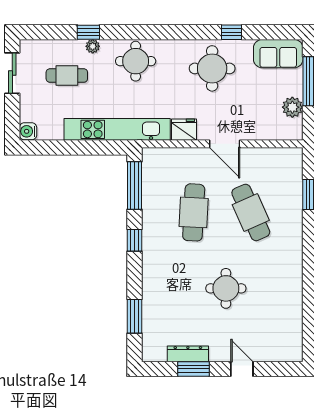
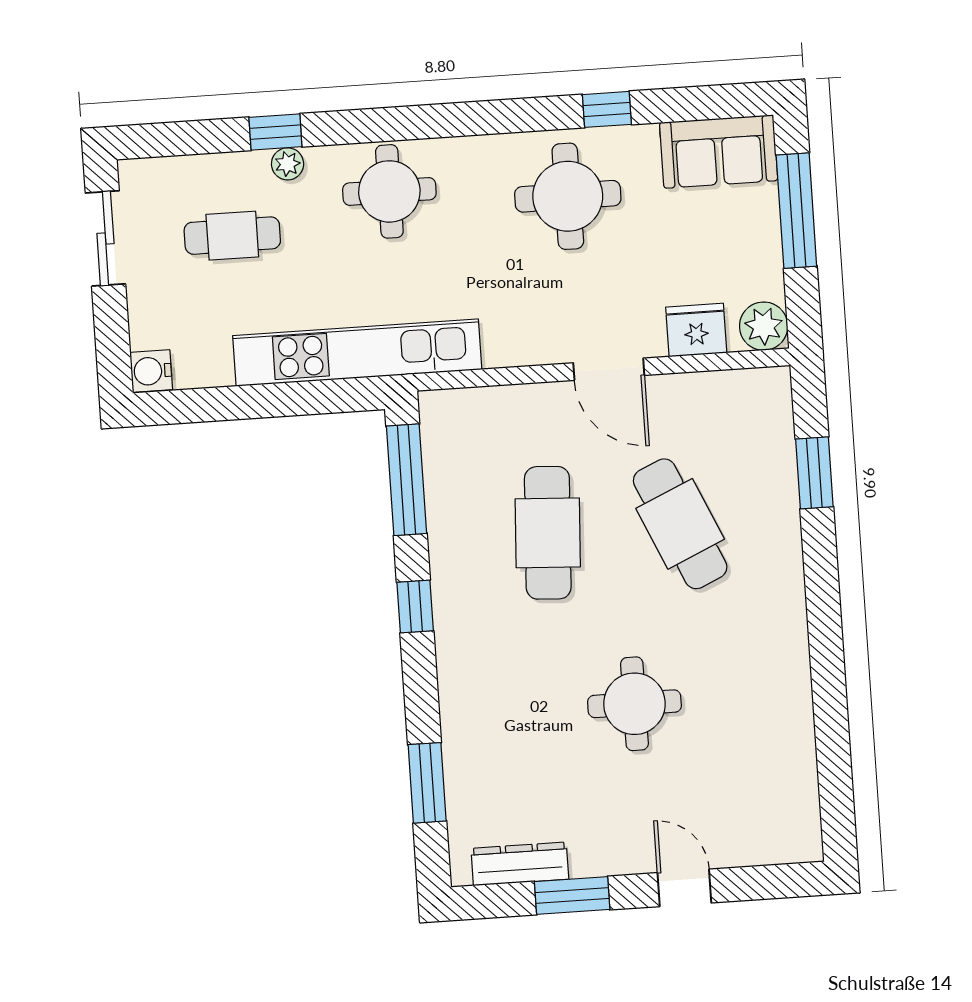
plant: (292, 107) -> (764, 326), moved
fridge: (184, 130) -> (696, 330), moved
dresser: (188, 354) -> (520, 864), moved

